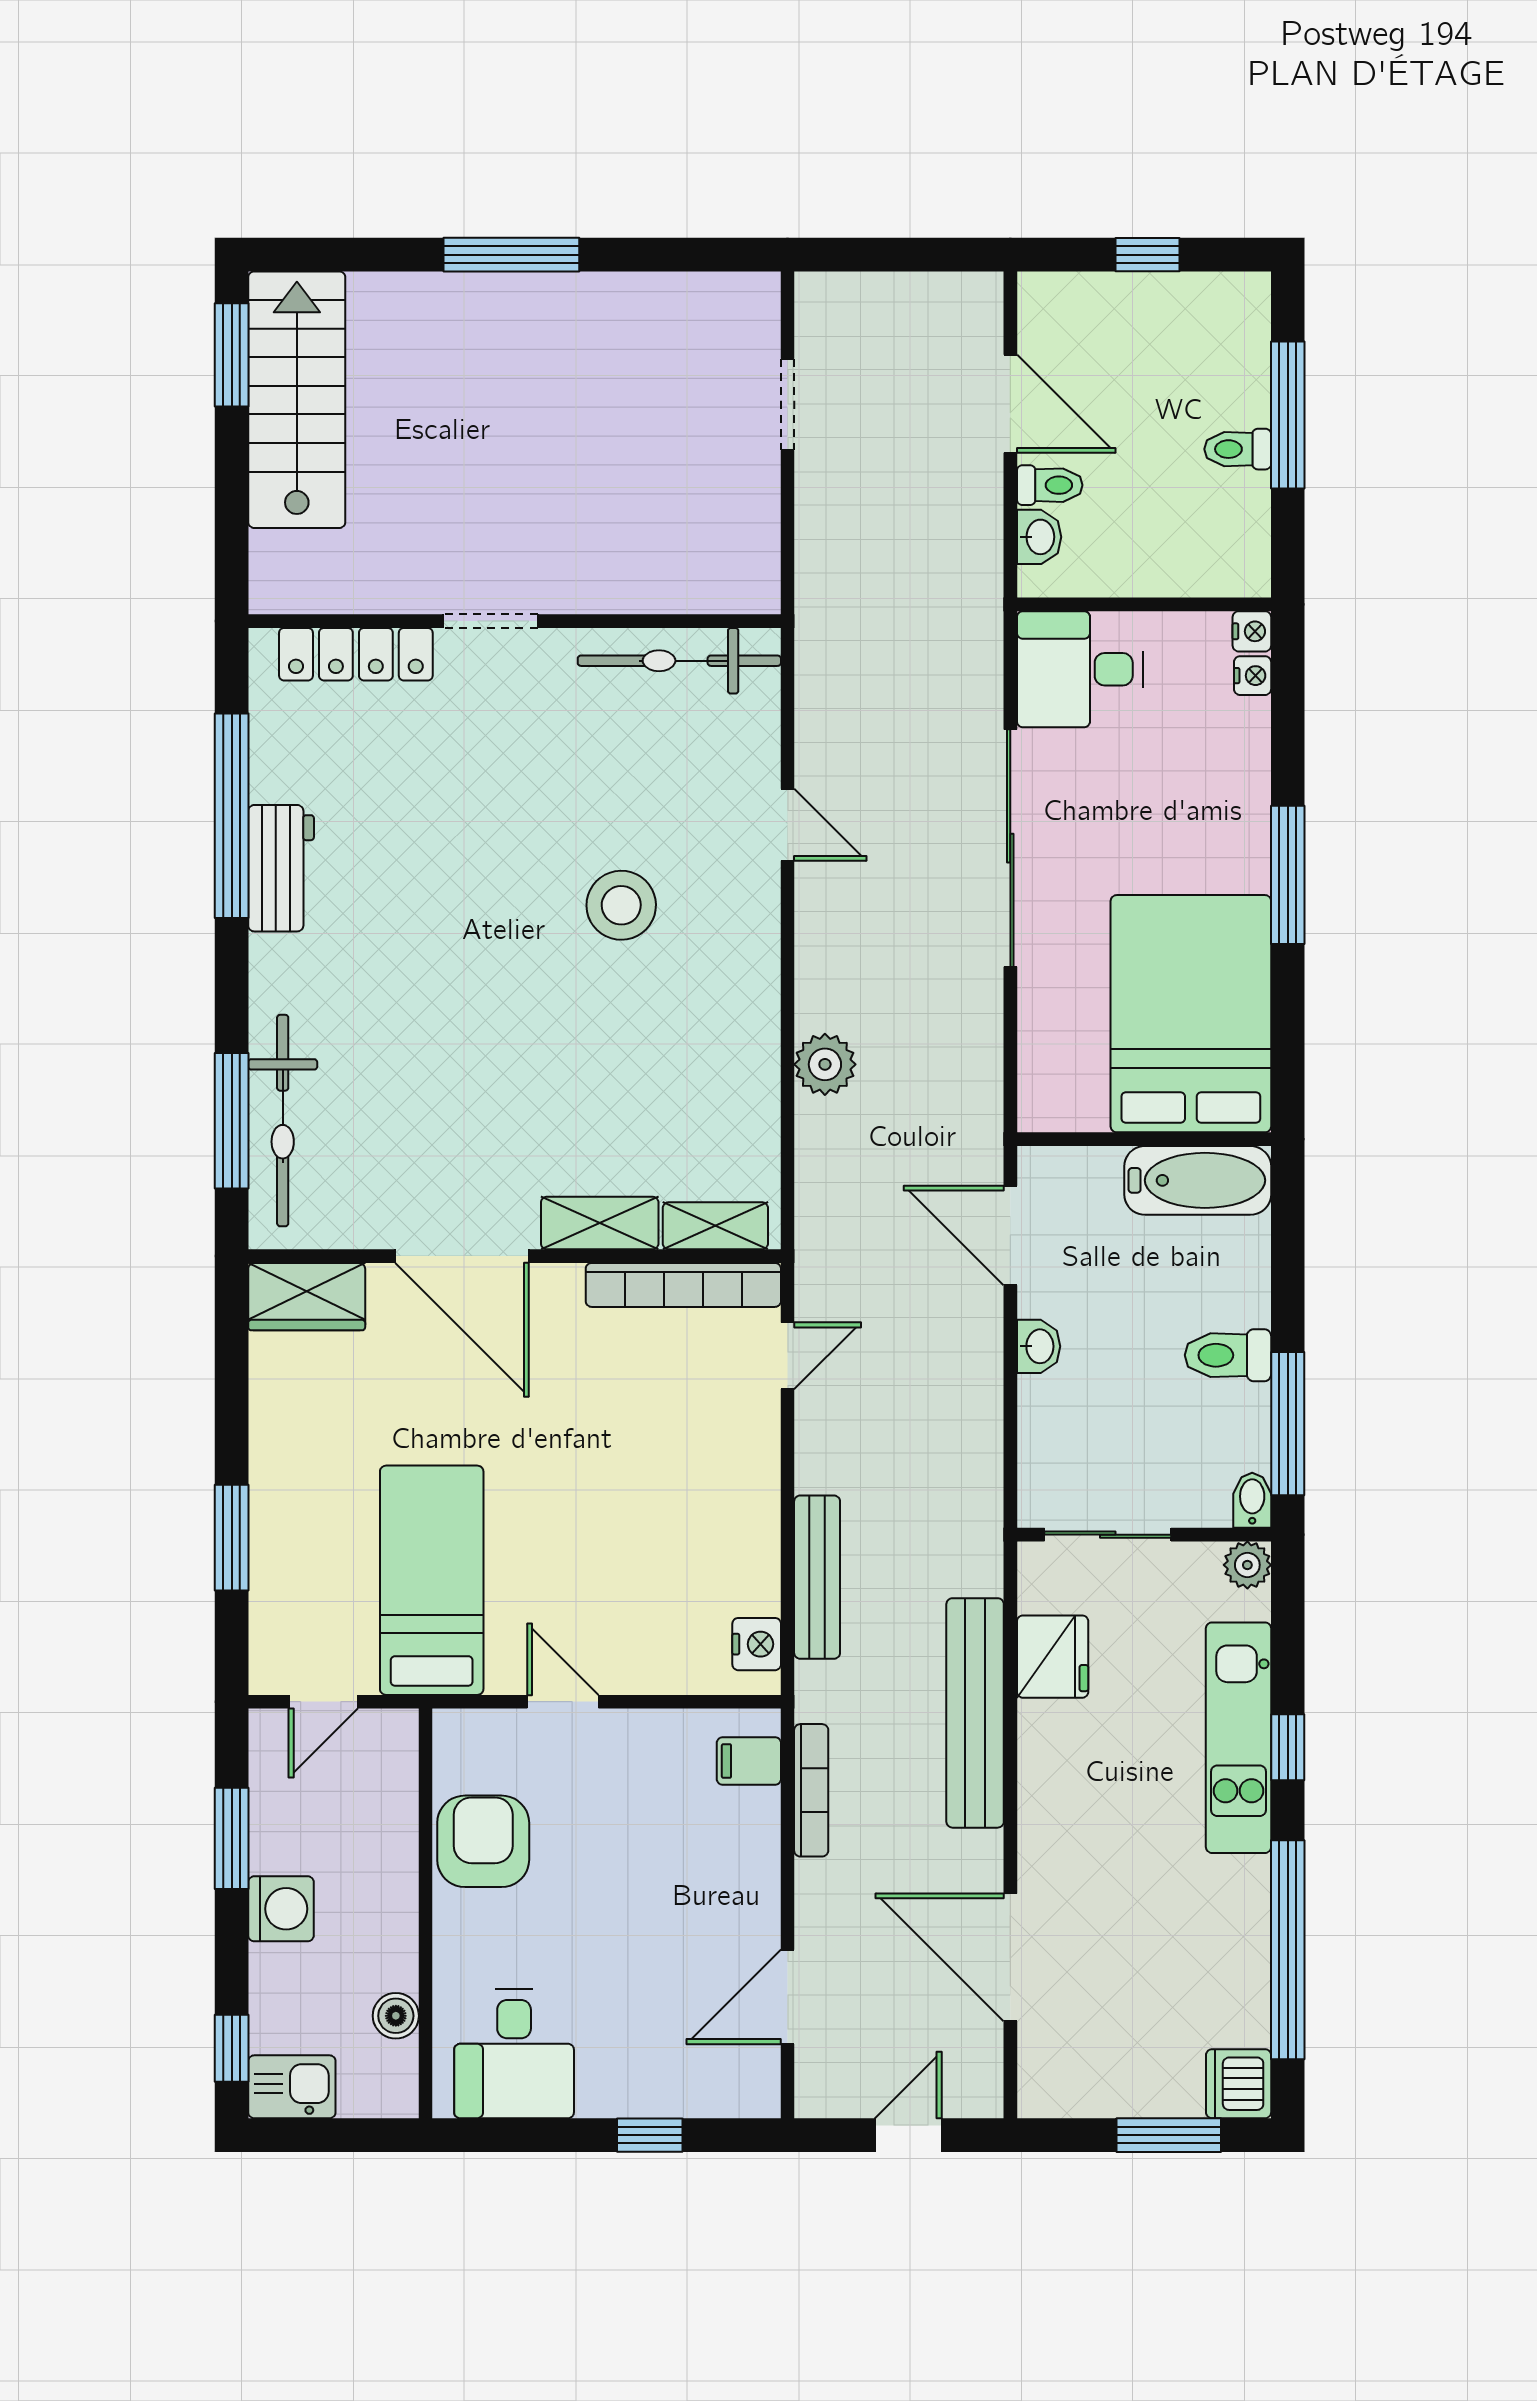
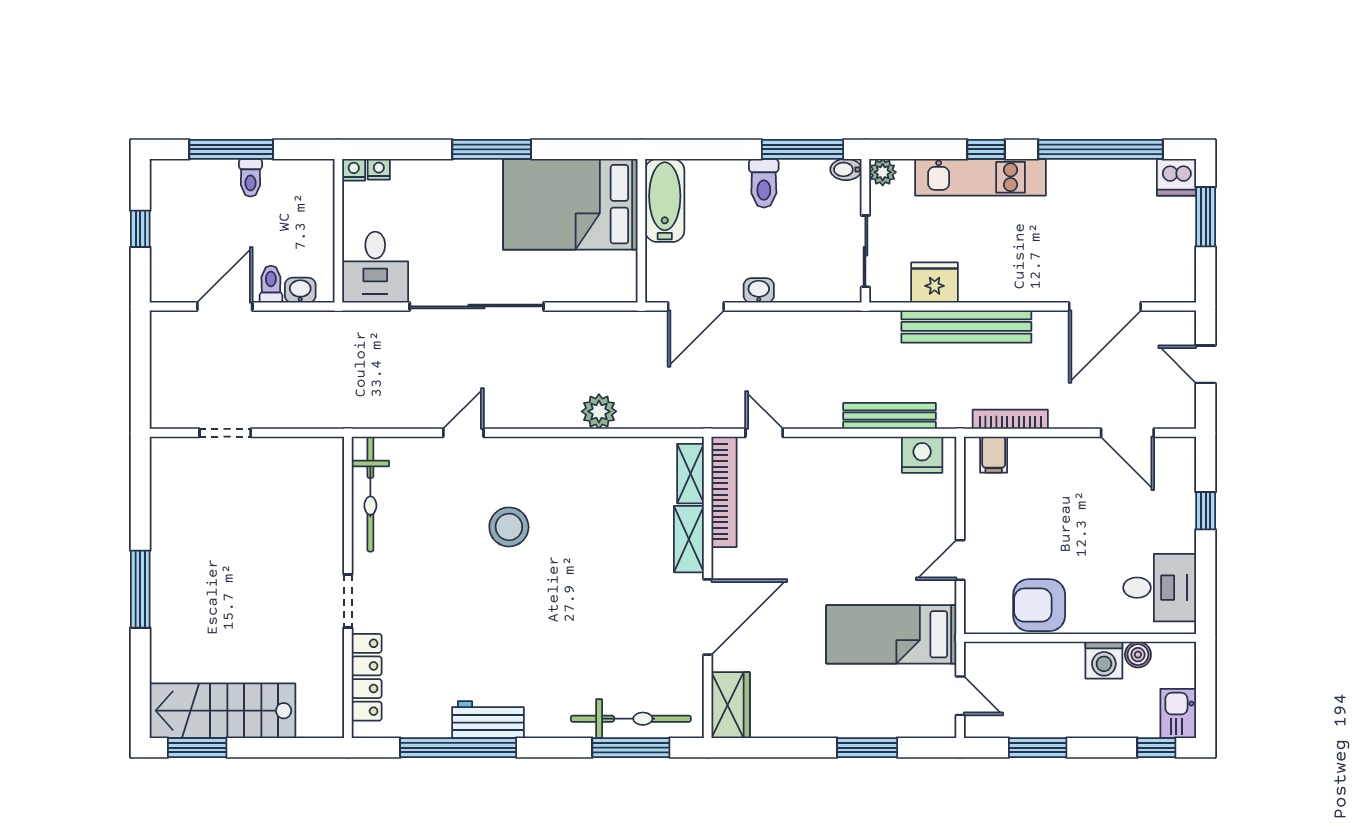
nightstand: (757, 1644) -> (922, 455), width x1.36, depth x1.33
washing machine: (281, 1909) -> (1104, 660), moved, turned 180

